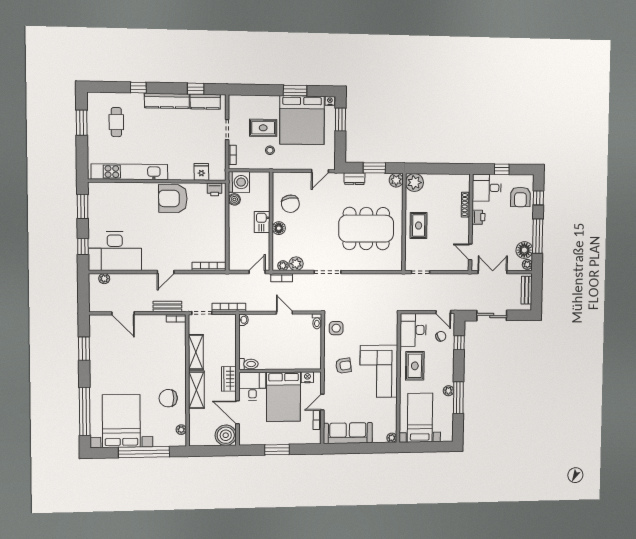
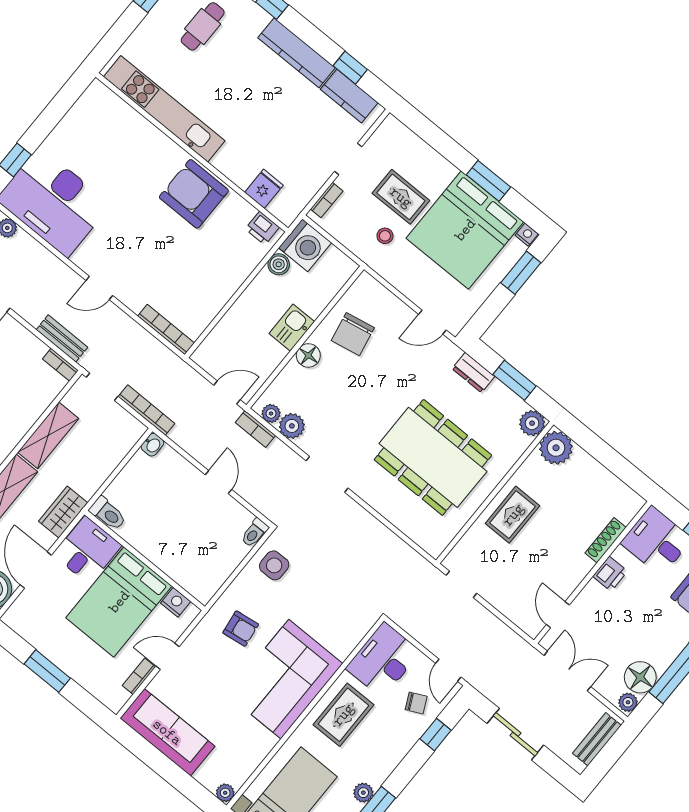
window: (83, 206) -> (60, 105), removed

